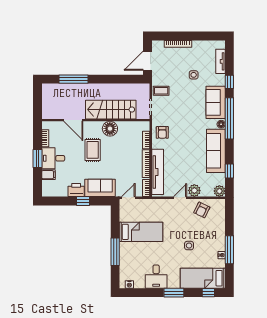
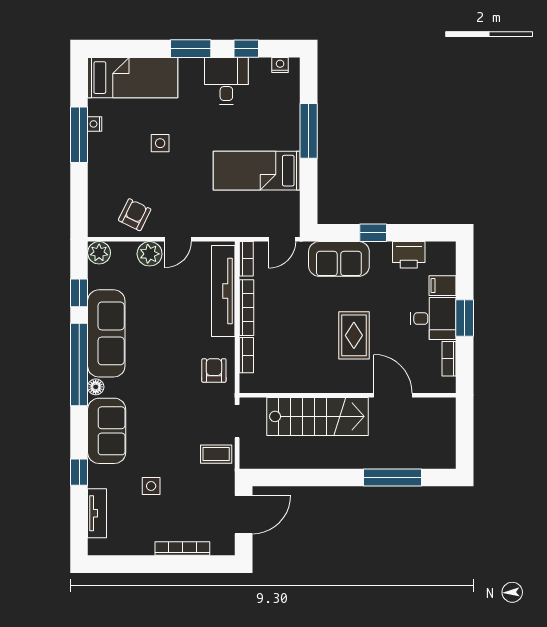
window: (229, 118) -> (79, 364), moved
floor lamp: (110, 129) -> (319, 378), removed
printer: (76, 190) -> (409, 255), moved
window: (208, 293) -> (246, 49), moved

